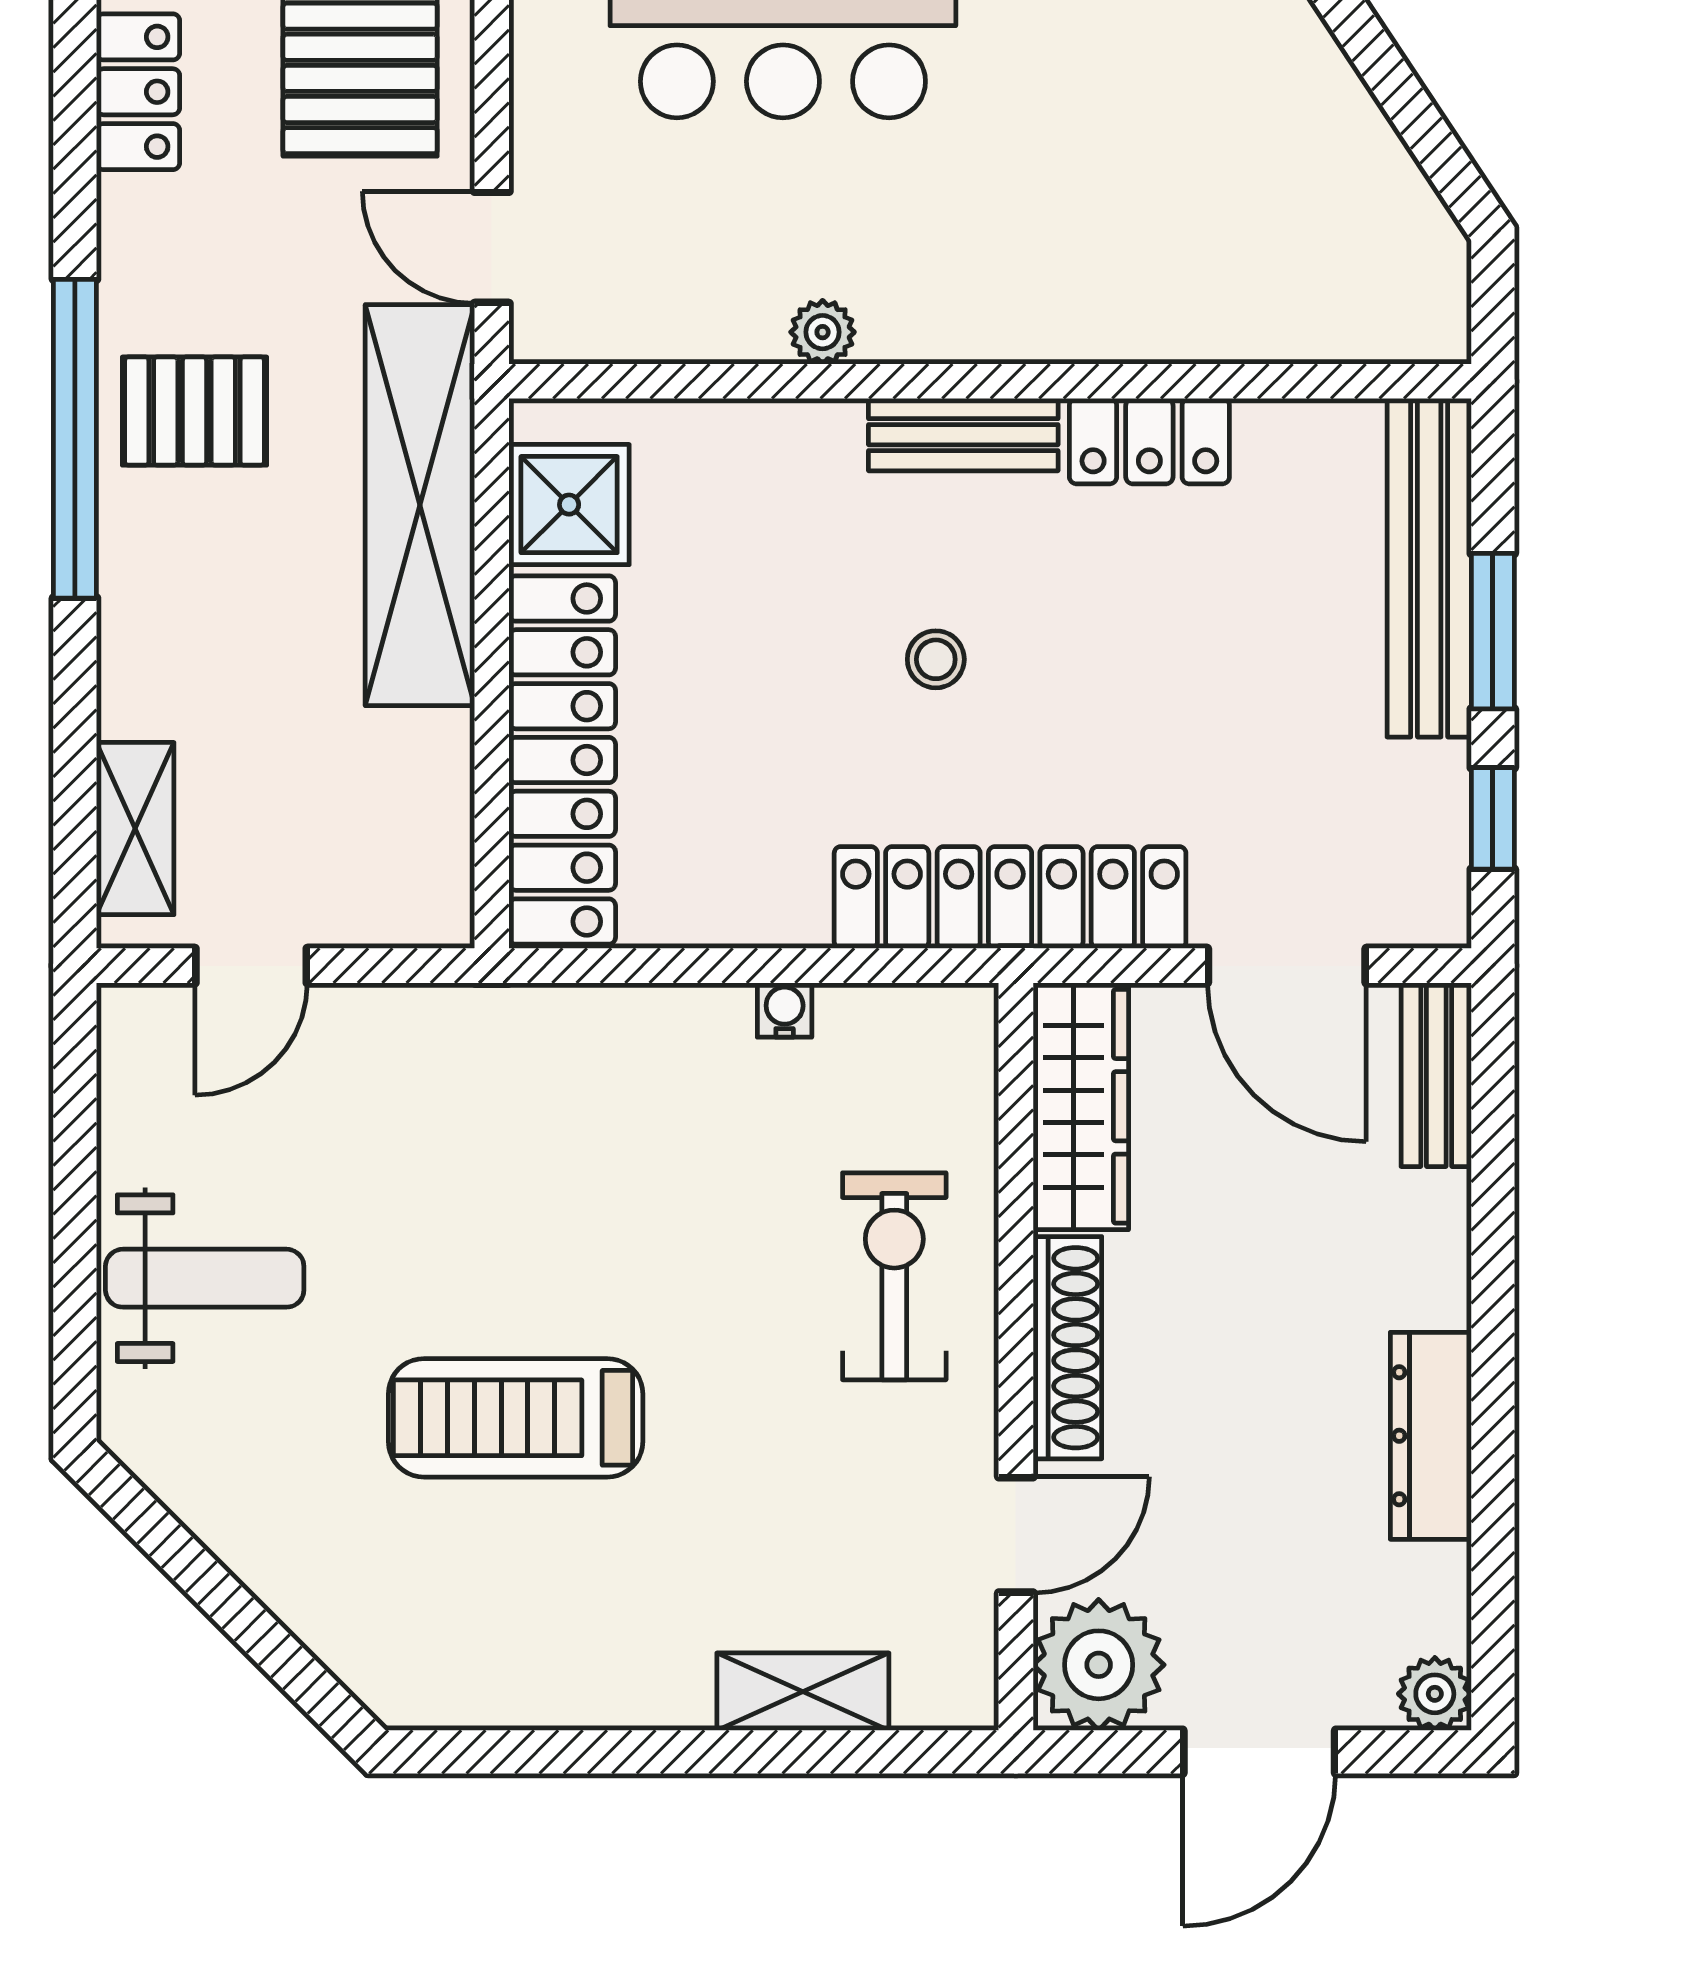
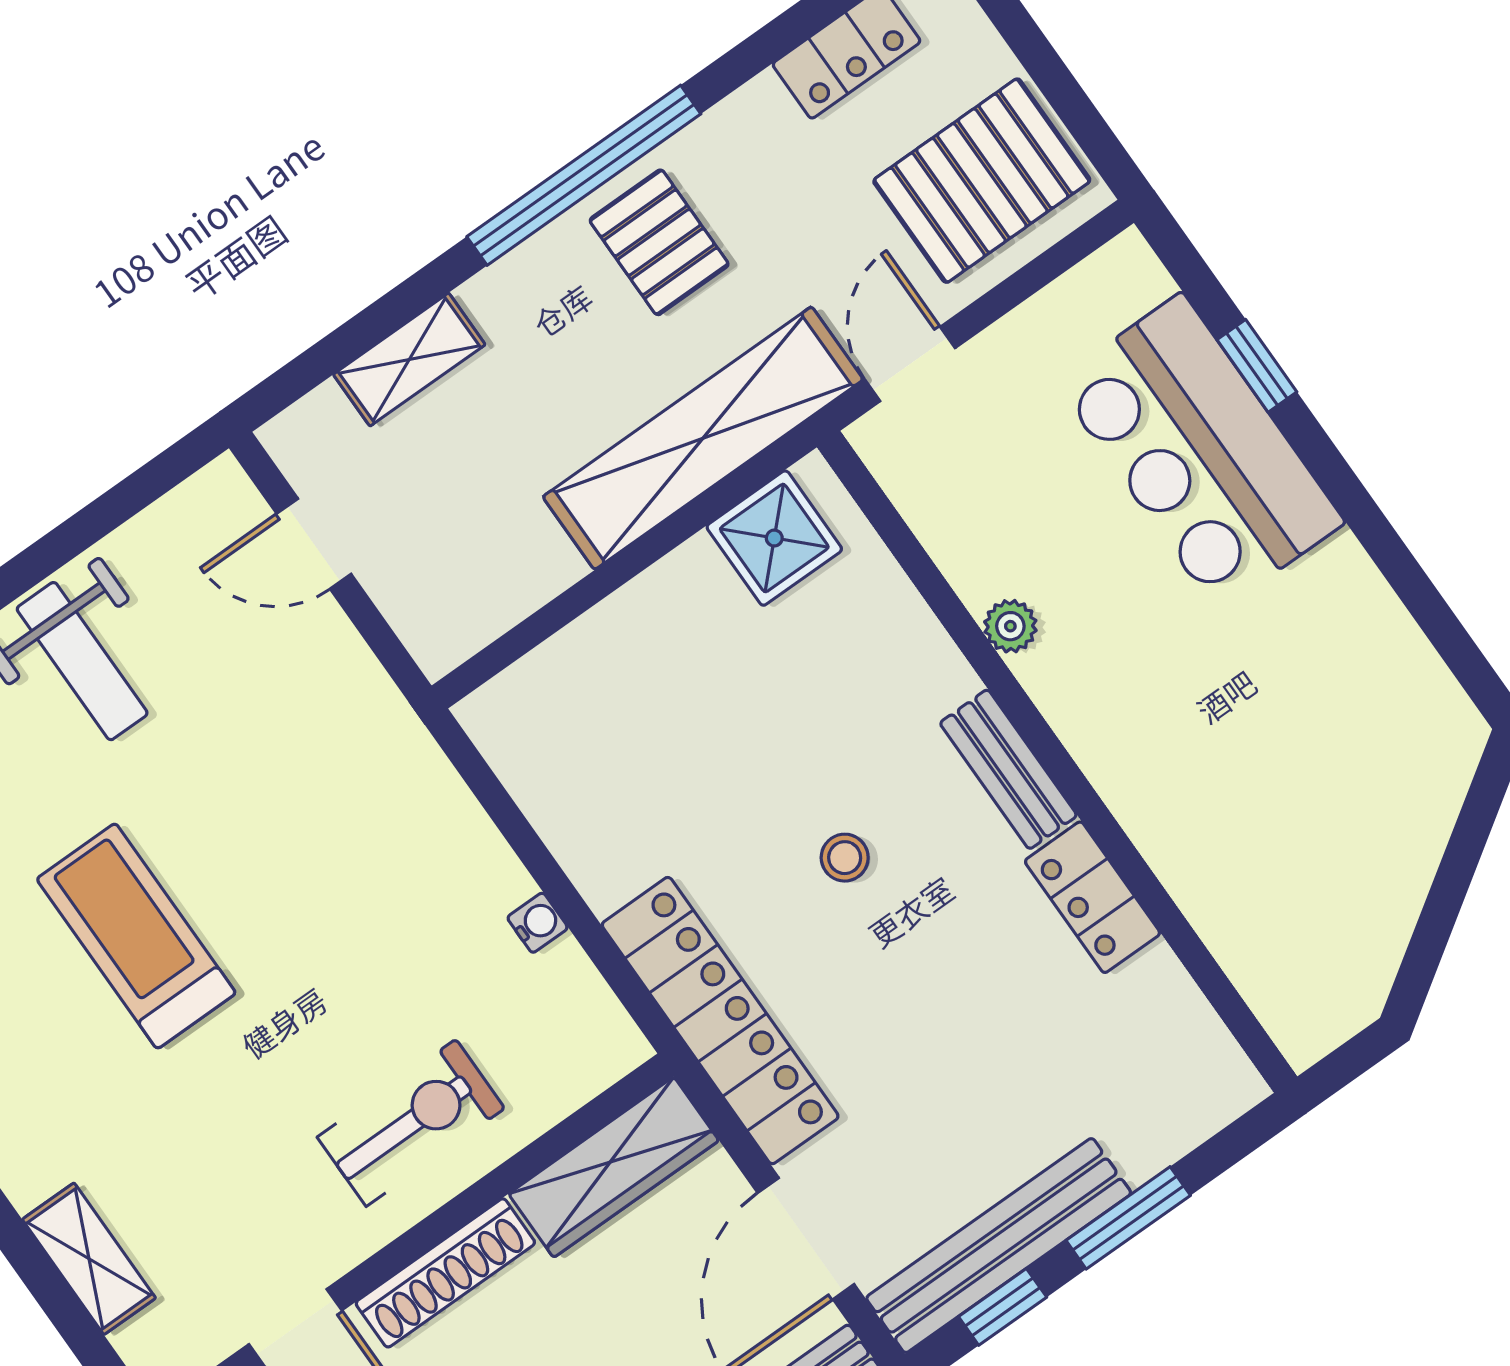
bench: (1429, 568) -> (999, 1246), moved
locker: (562, 760) -> (600, 655), removed
shelving: (135, 829) -> (409, 359), moved

